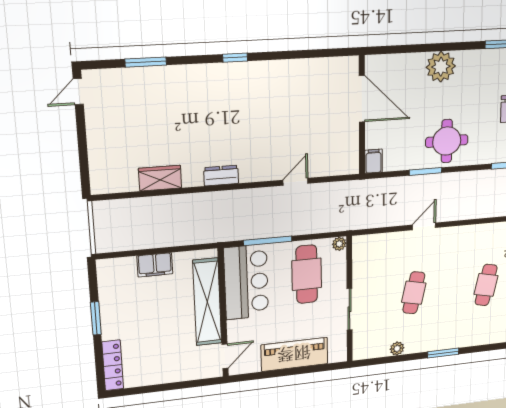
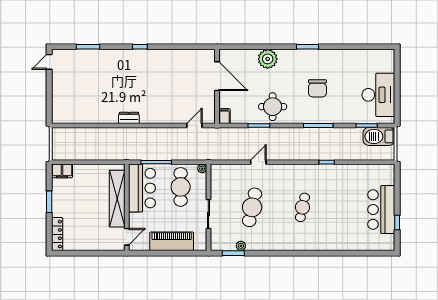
wardrobe: (160, 178) -> (92, 117), removed
door: (295, 182) -> (194, 126), moved
filing cabinet: (155, 265) -> (62, 171), moved
cafe table: (414, 293) -> (252, 207), width x1.37, depth x1.35
window: (443, 353) -> (233, 253), moved

